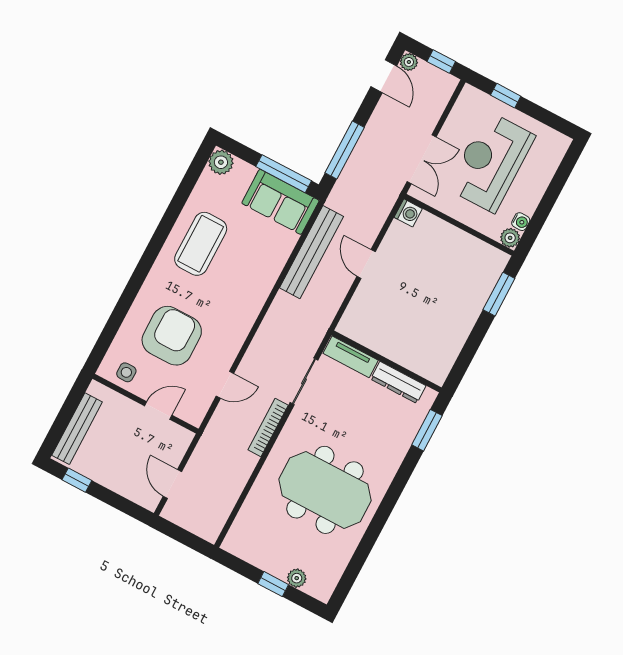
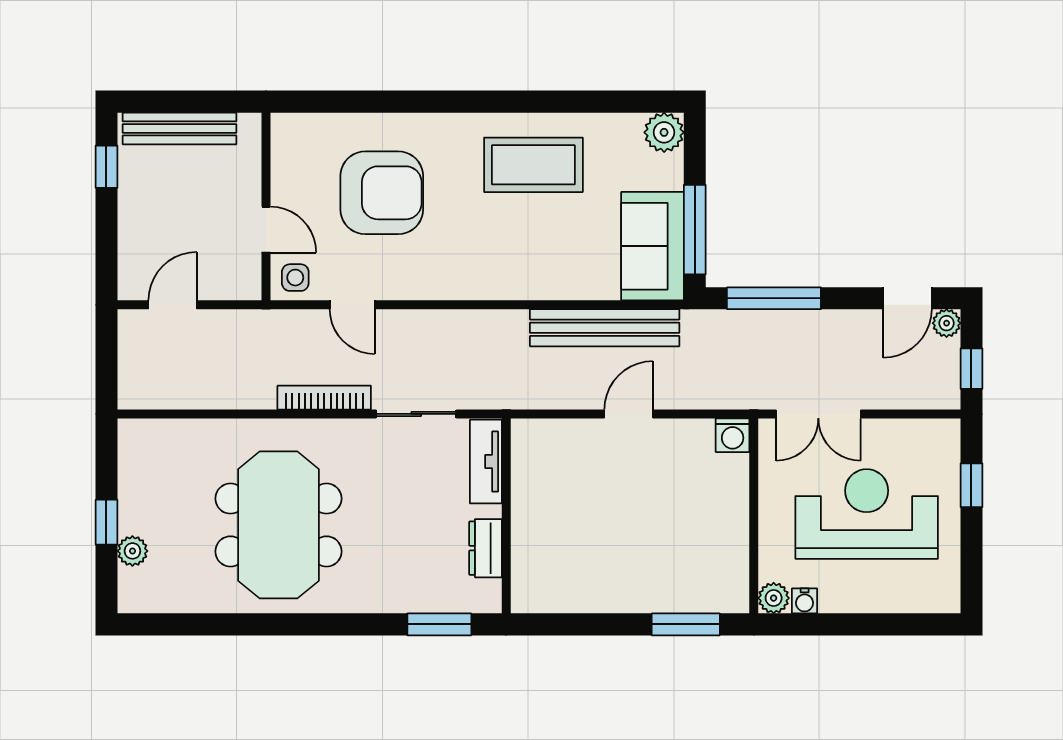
side table: (126, 372) -> (295, 278), moved
dresser: (398, 382) -> (485, 548), width x0.70

